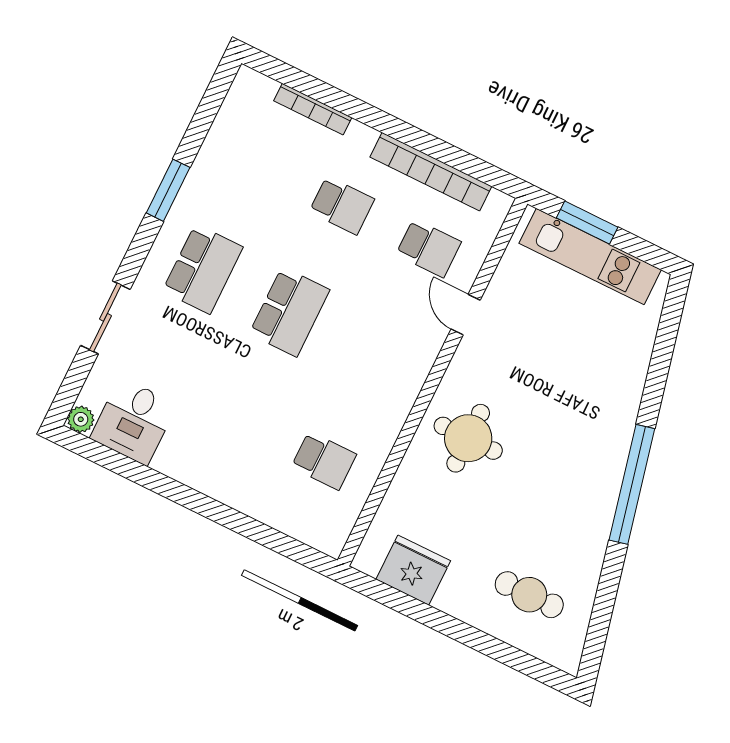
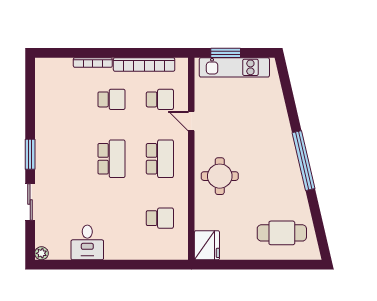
bookcase: (313, 109) -> (93, 63), moved
window: (168, 190) -> (30, 154), moved
school desk: (203, 269) -> (160, 159), moved
desk: (134, 421) -> (87, 242), moved
fridge: (413, 570) -> (207, 245), moved, turned 90
cafe table: (529, 595) -> (282, 233), width x1.37, depth x1.35

